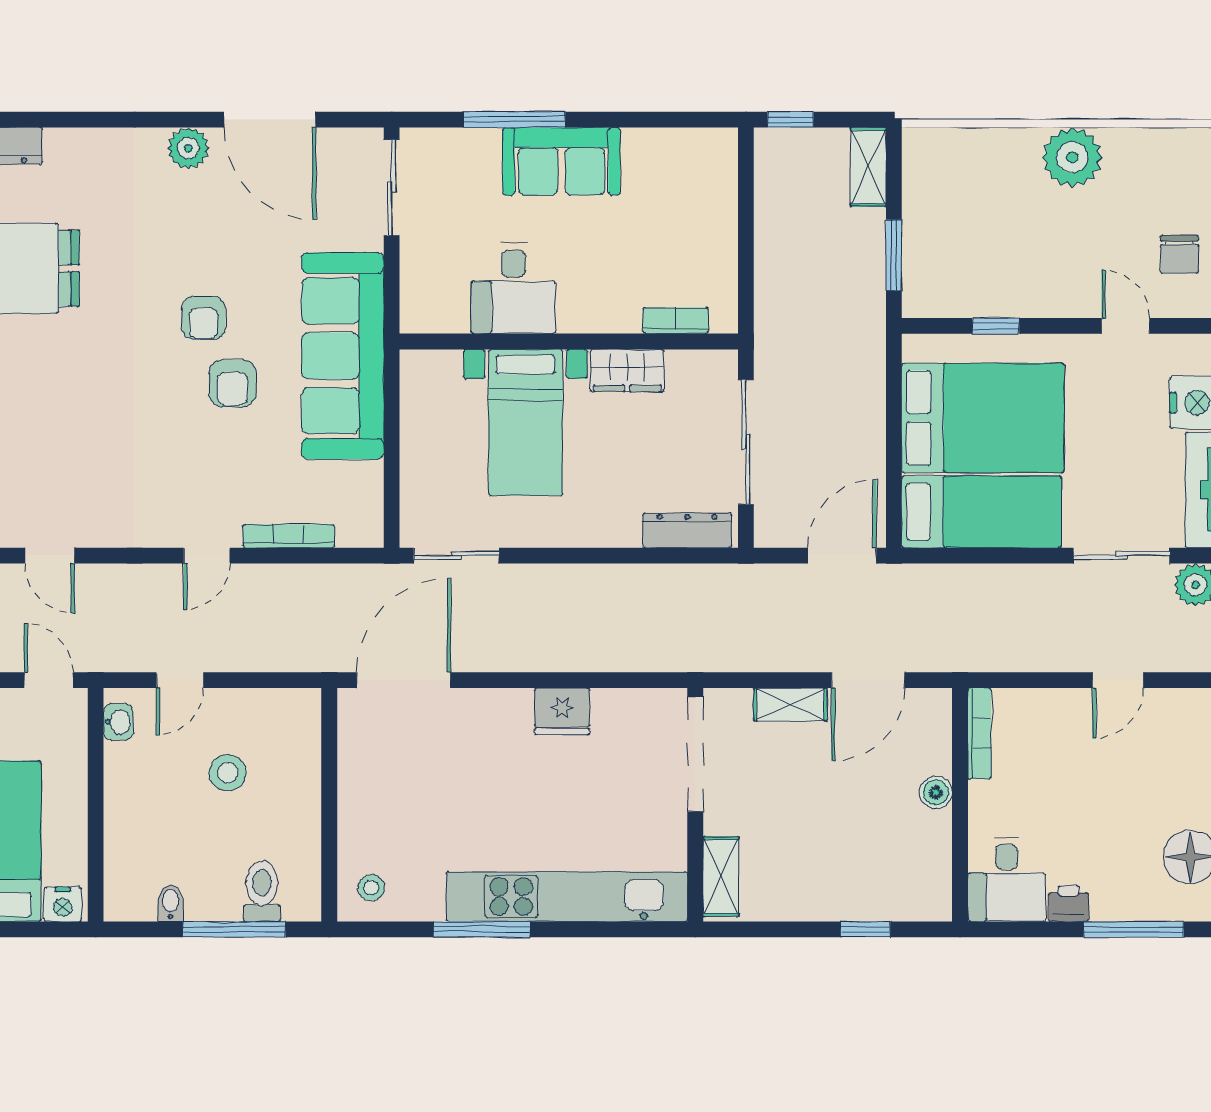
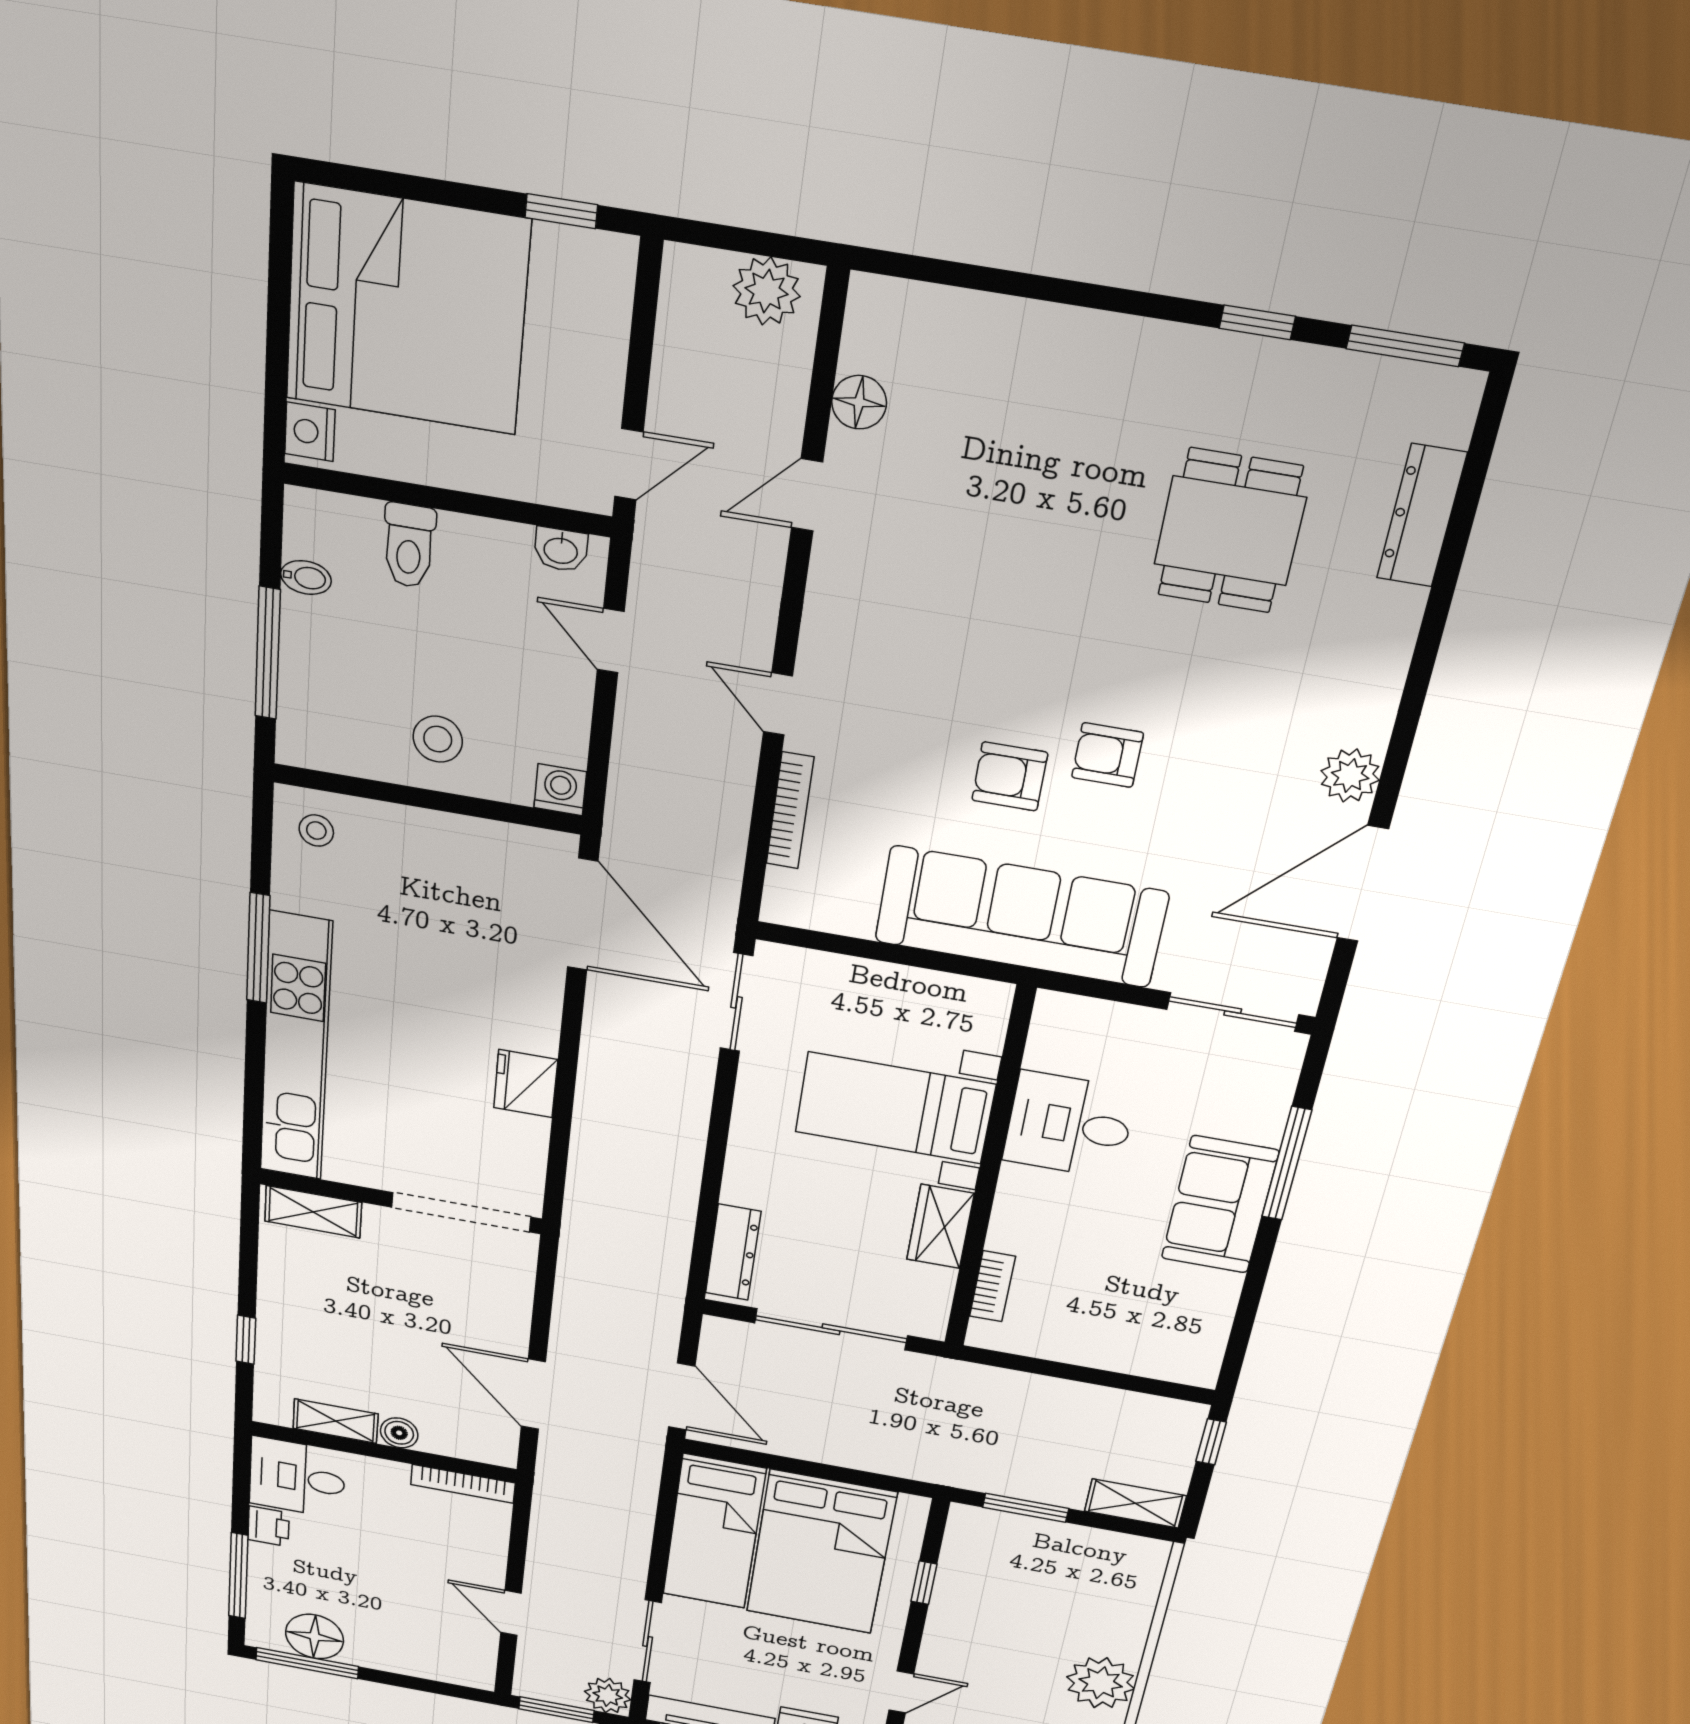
shelving: (790, 704) -> (336, 1421), moved, turned 90
washing machine: (303, 706) -> (560, 790), added
stool: (228, 773) -> (438, 739), moved
toilet: (262, 891) -> (409, 546), moved, turned 90

